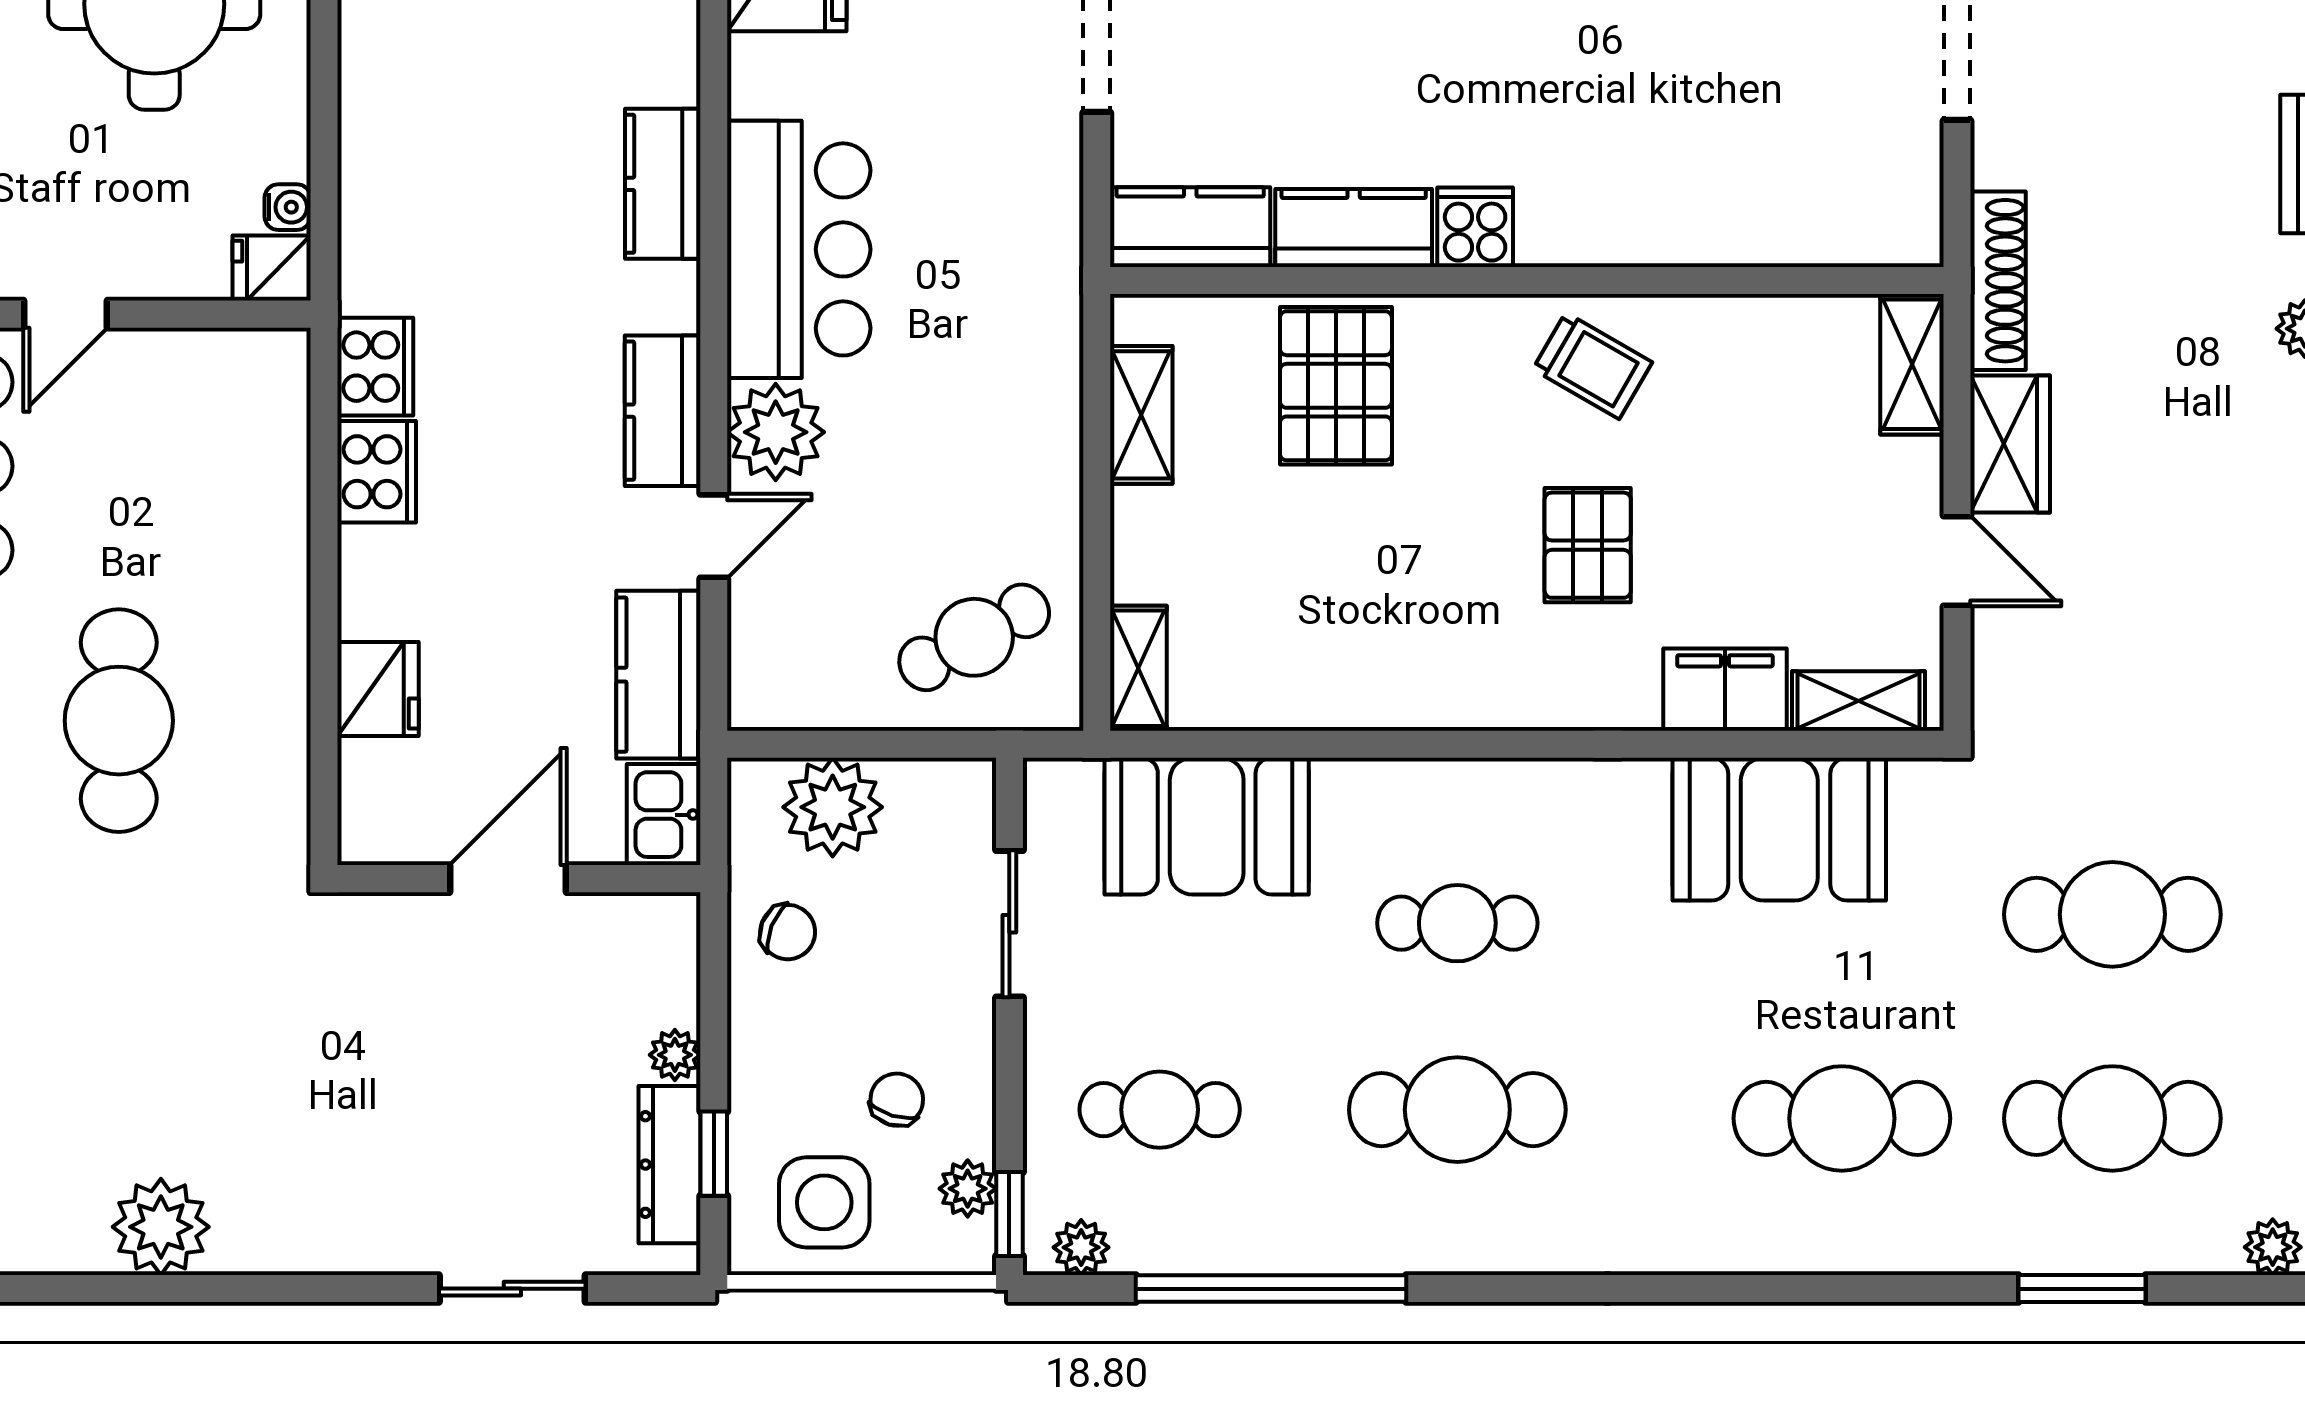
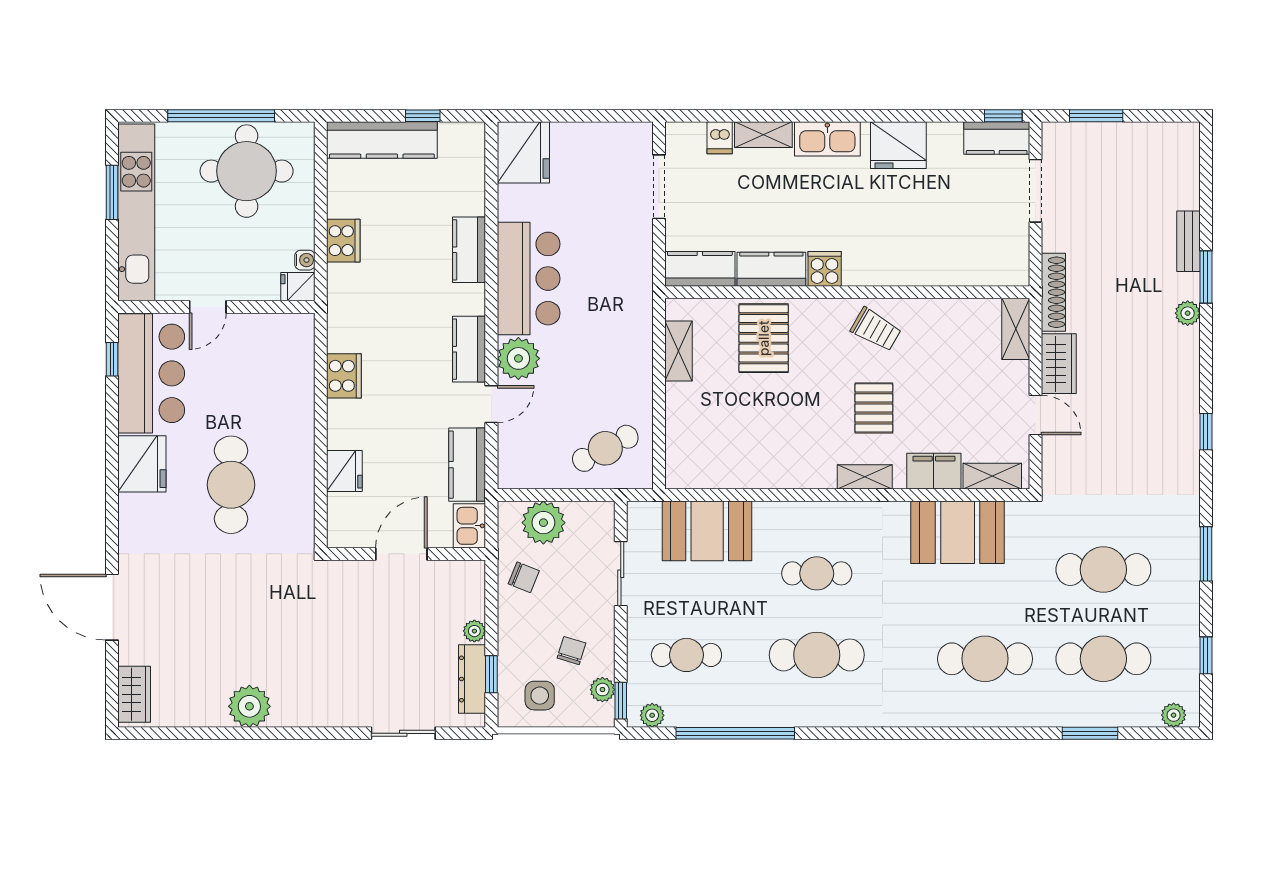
cooker: (375, 367) -> (343, 241), moved
shelving: (1138, 668) -> (865, 477), moved, turned 90
side table: (824, 1202) -> (540, 696), width x0.73, depth x0.73

